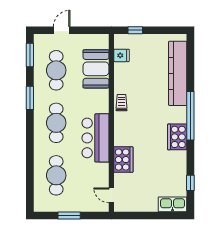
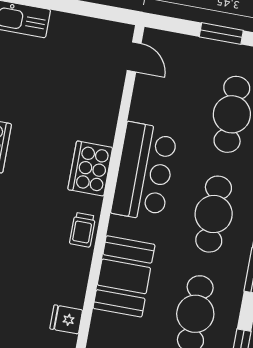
booth: (96, 69) -> (124, 276), moved
cooker: (123, 160) -> (90, 168), moved

